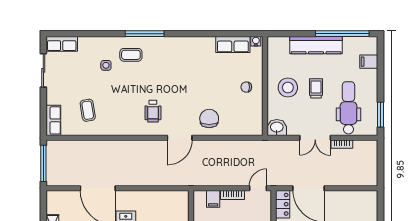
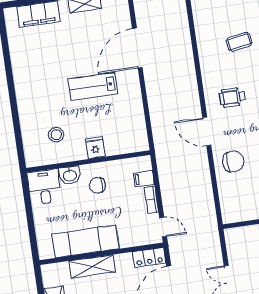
coffee table: (88, 110) -> (239, 42), moved
washbasin: (277, 128) -> (234, 239), removed

